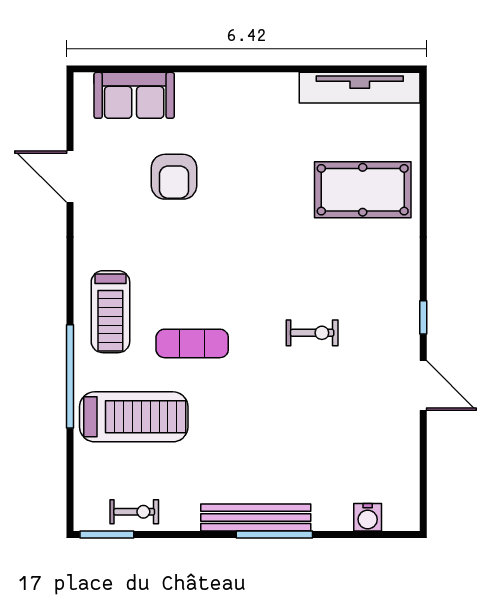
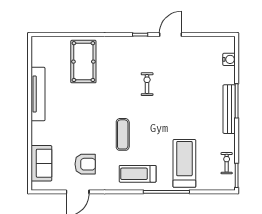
tv unit: (360, 88) -> (38, 94), moved
armchair: (174, 177) -> (85, 164), moved
treadmill: (110, 312) -> (138, 174), turned 180
exercise mat: (192, 343) -> (123, 134), moved

